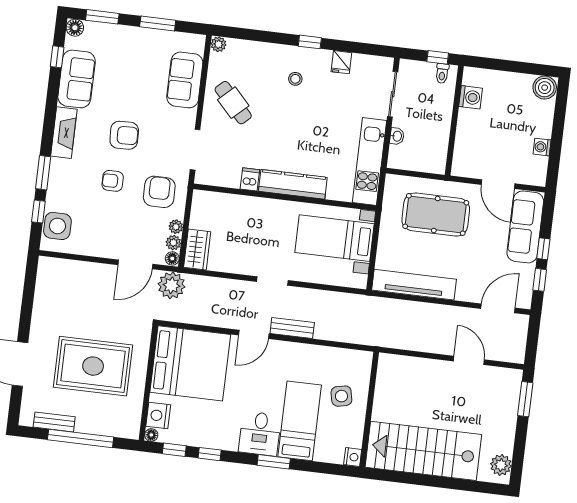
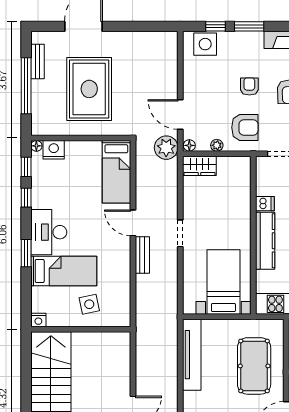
plant: (173, 243) -> (203, 145), removed
bed: (190, 363) -> (116, 172), width x0.49
desk: (260, 434) -> (49, 232), width x1.37

